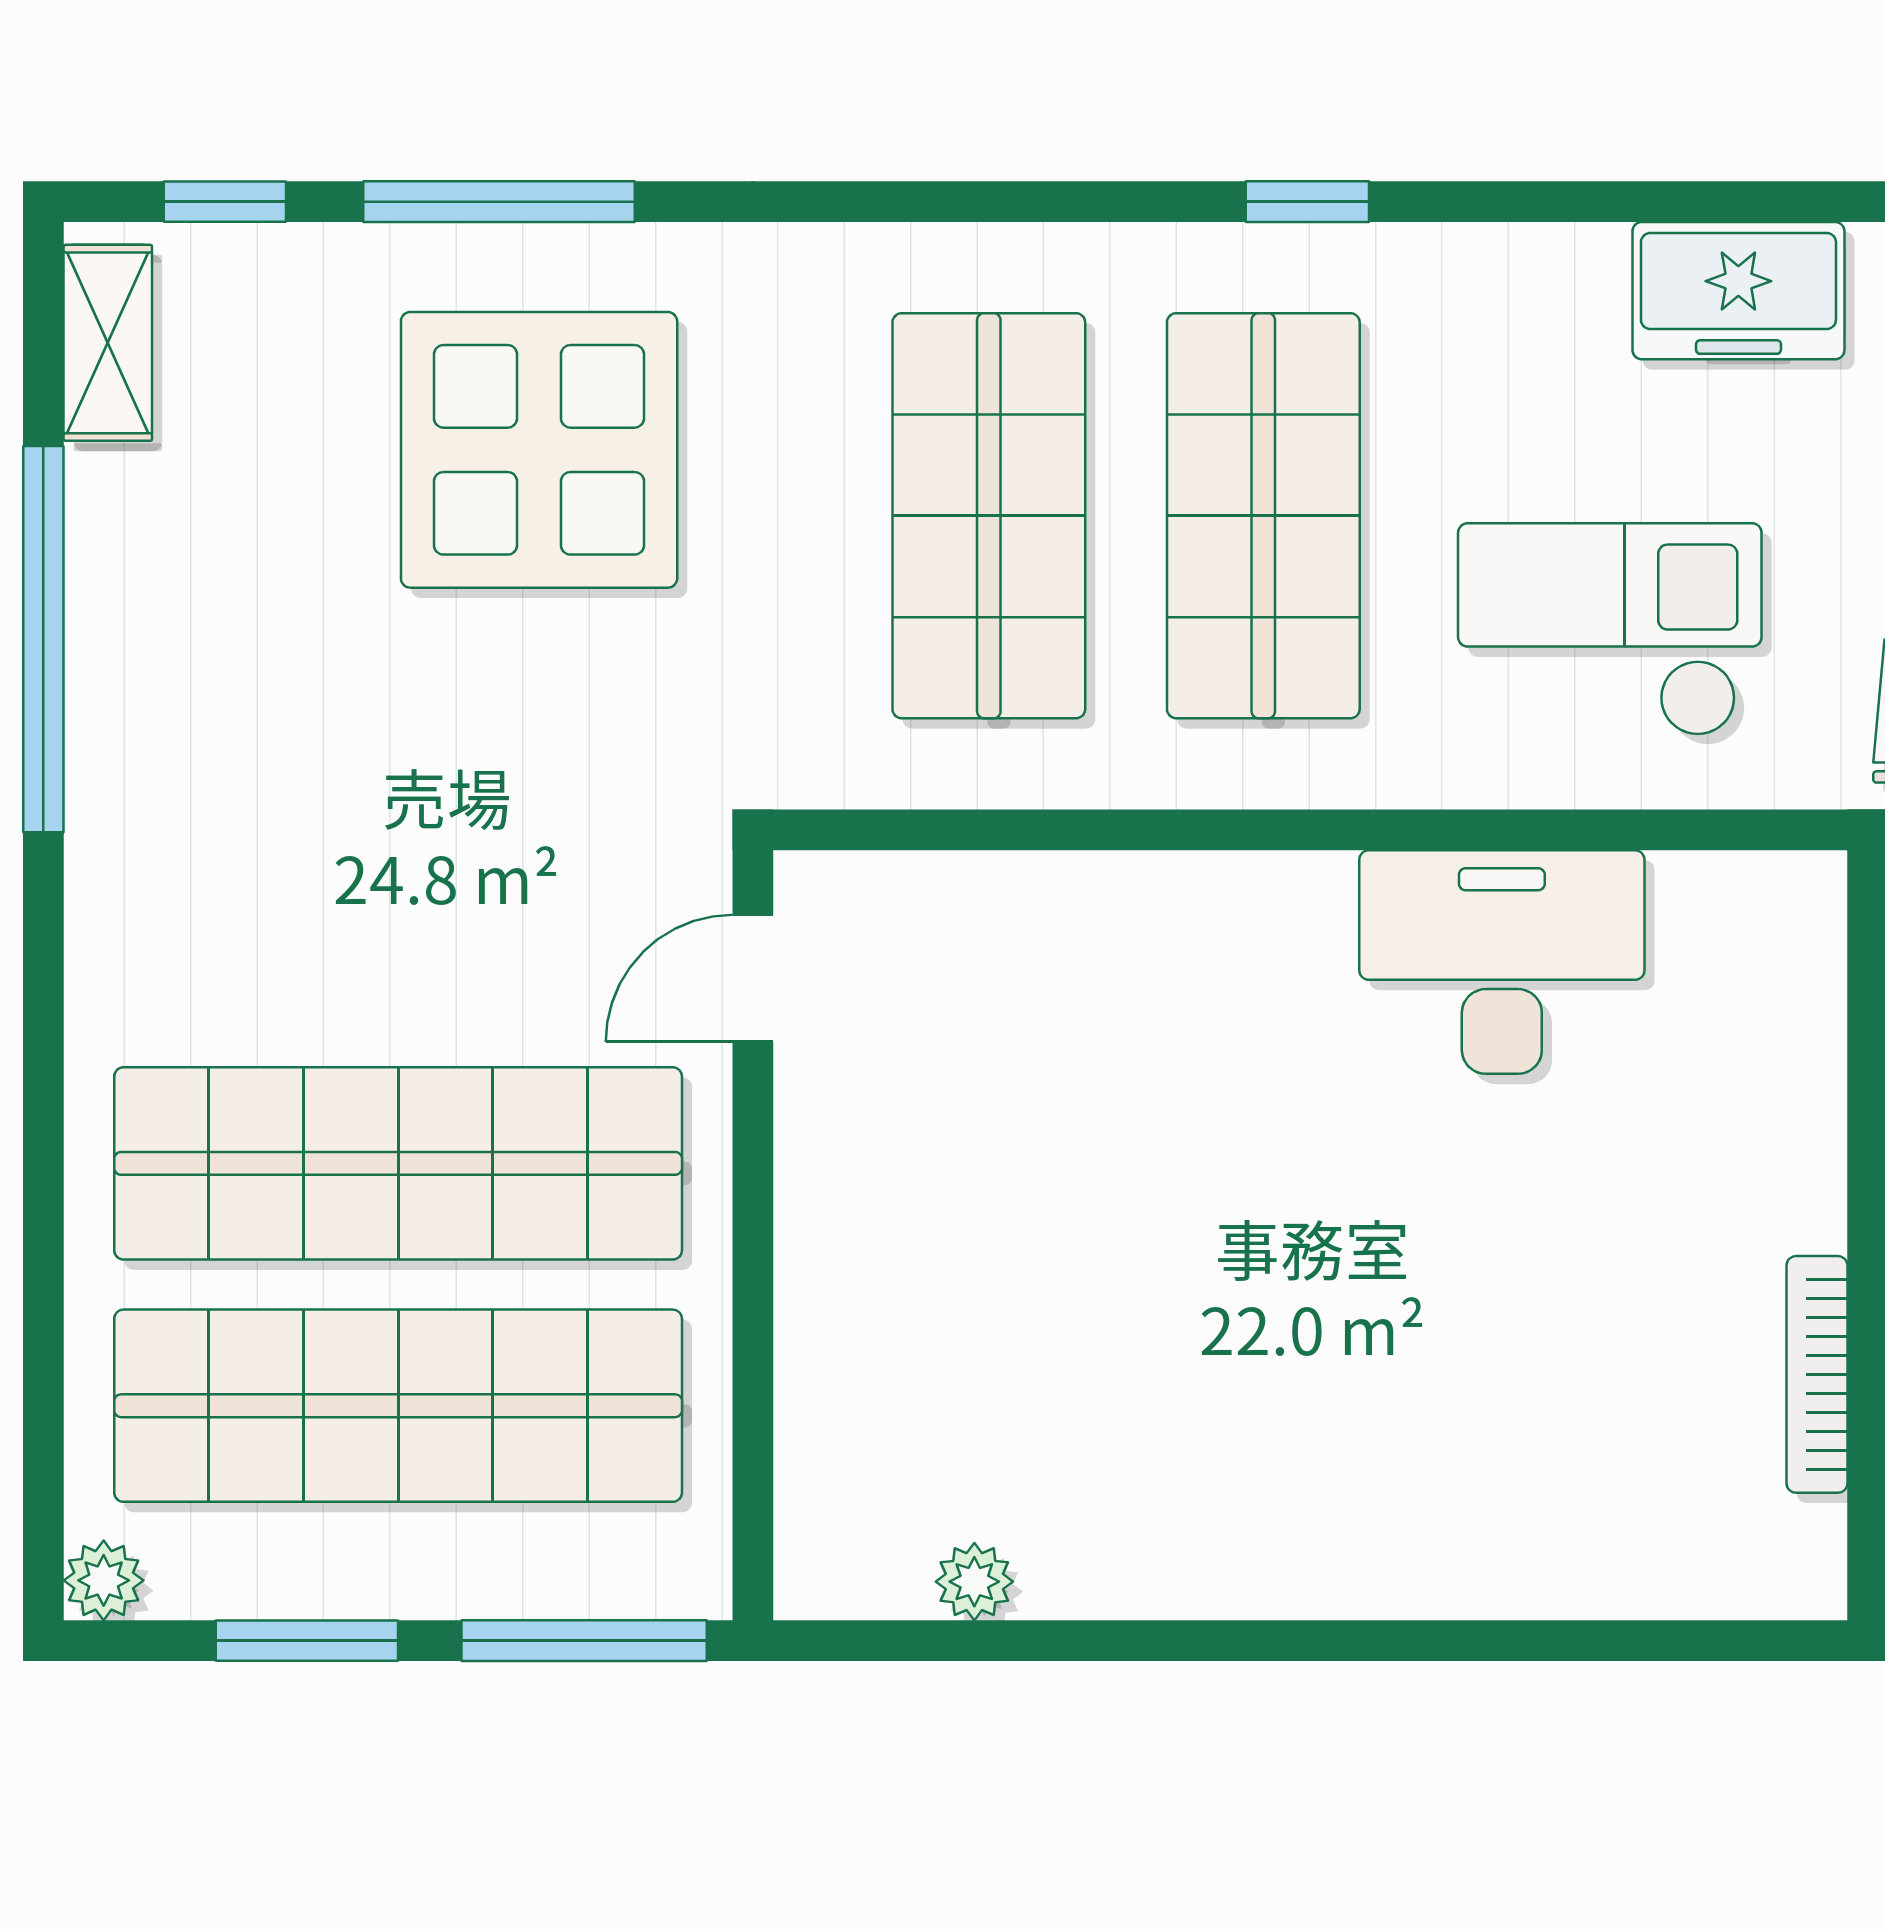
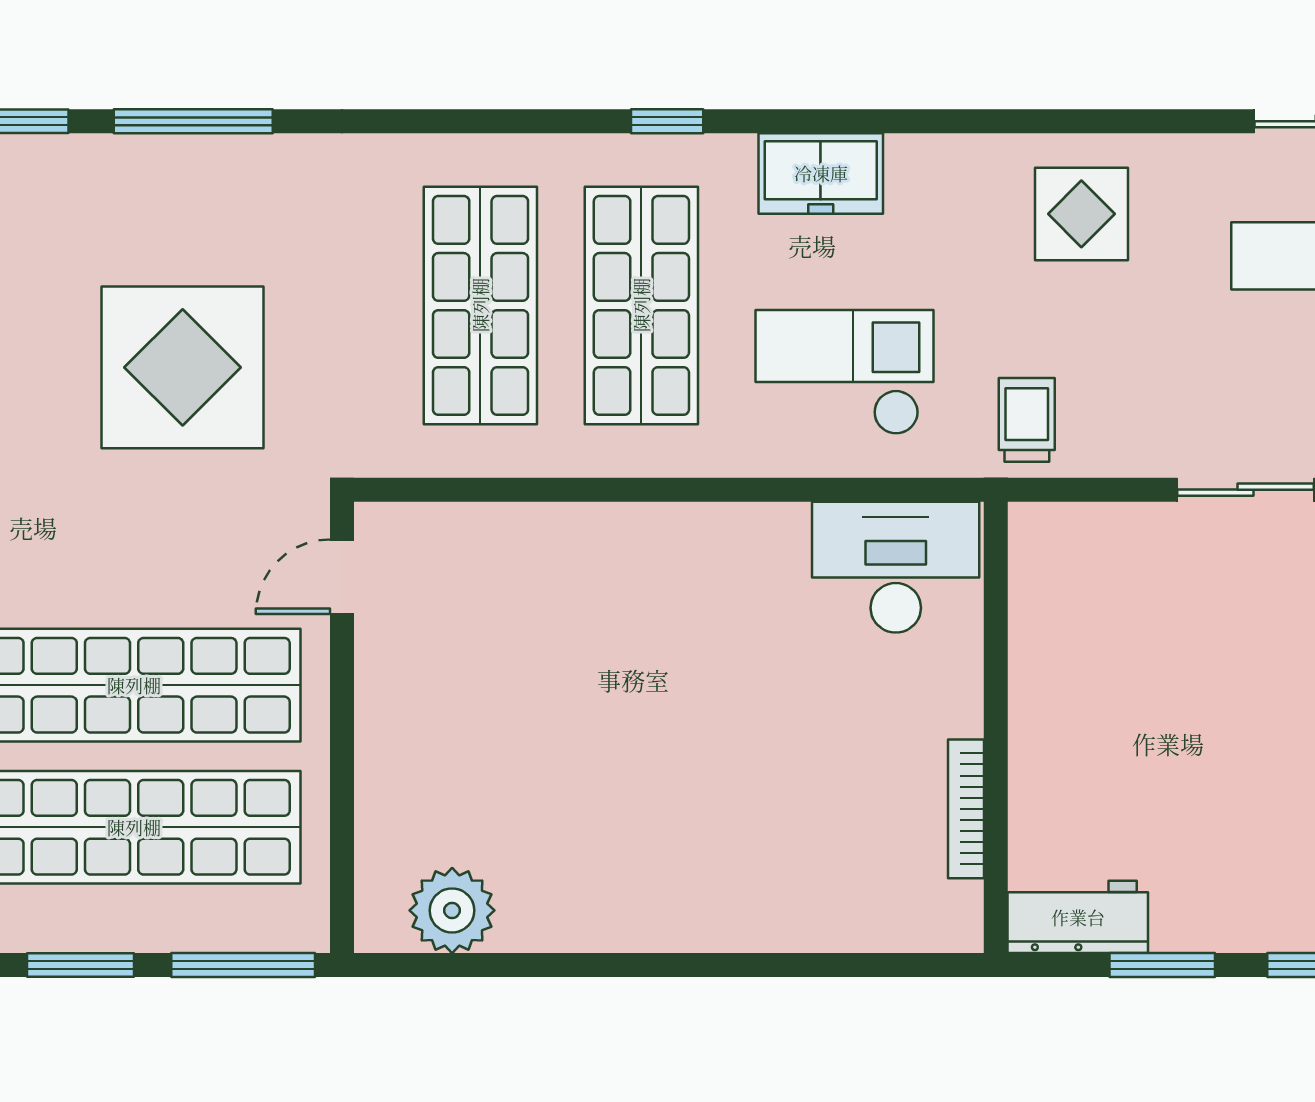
freezer: (1738, 291) -> (821, 173), moved
display table: (539, 450) -> (183, 367), moved
desk: (1502, 962) -> (896, 567), moved
plant: (974, 1582) -> (452, 910), width x1.88, depth x1.88

